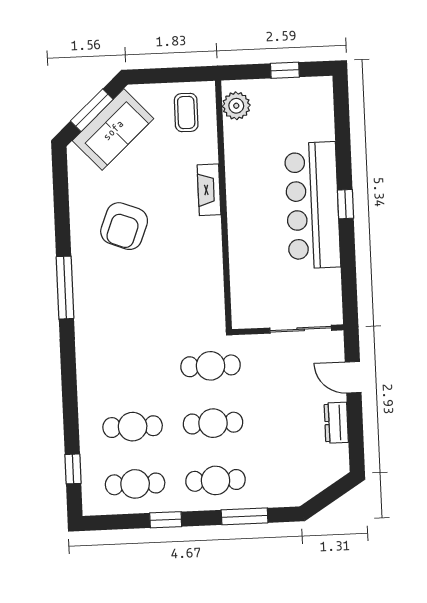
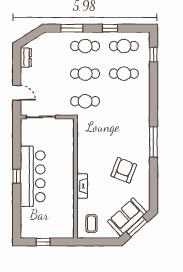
plant: (236, 106) -> (67, 226), removed
dresser: (336, 423) -> (26, 58), moved

